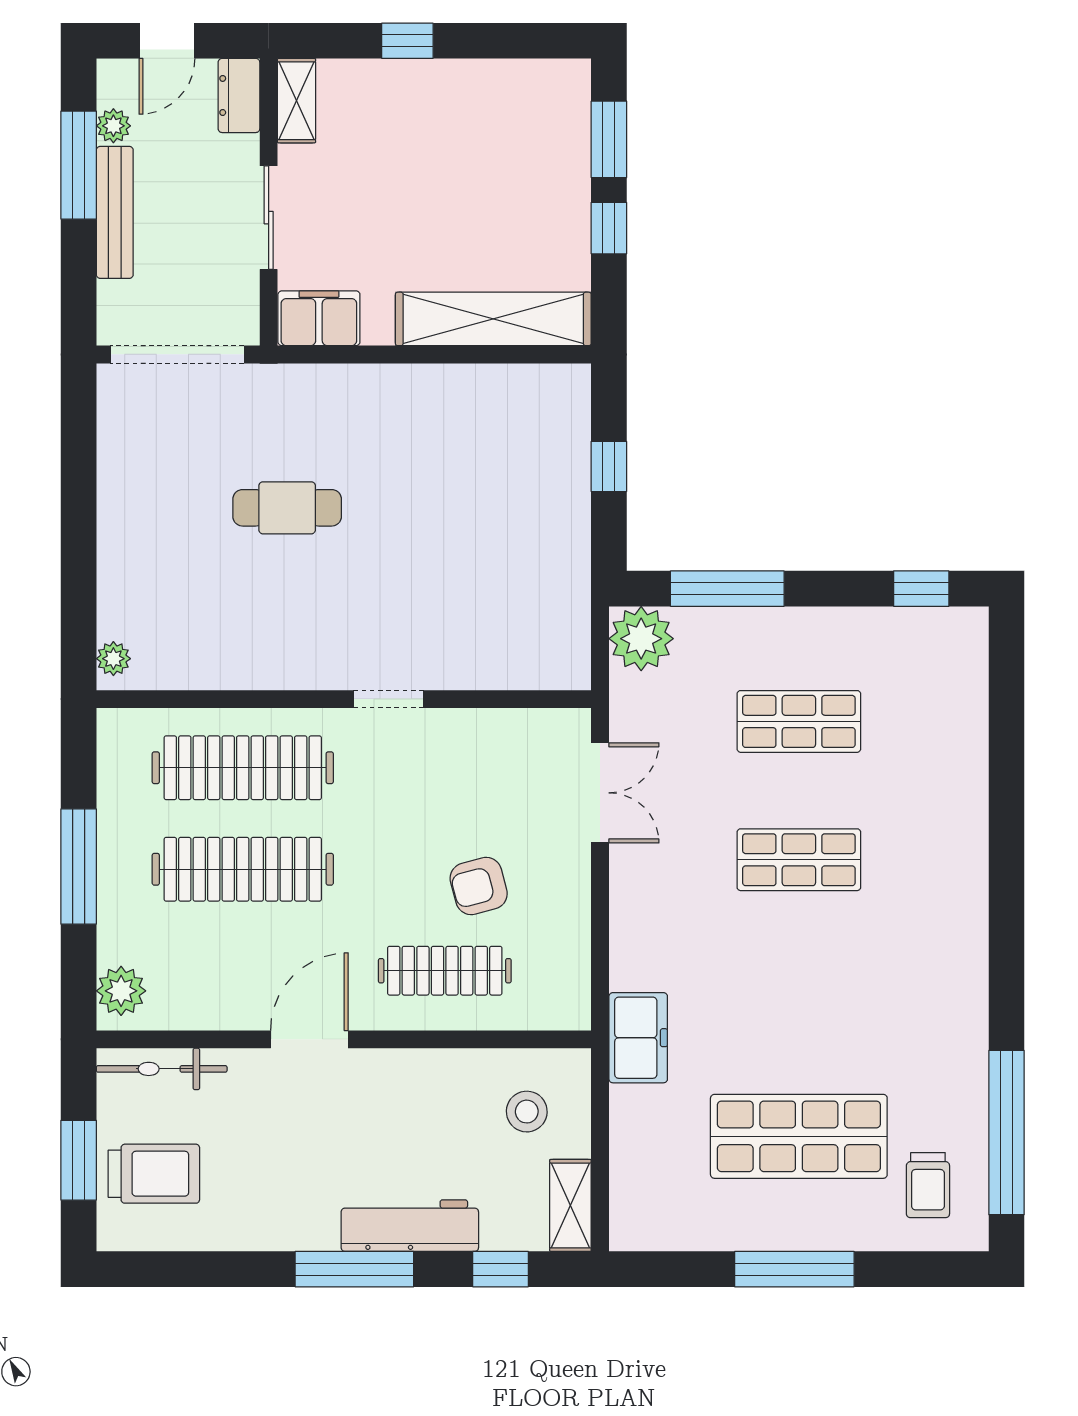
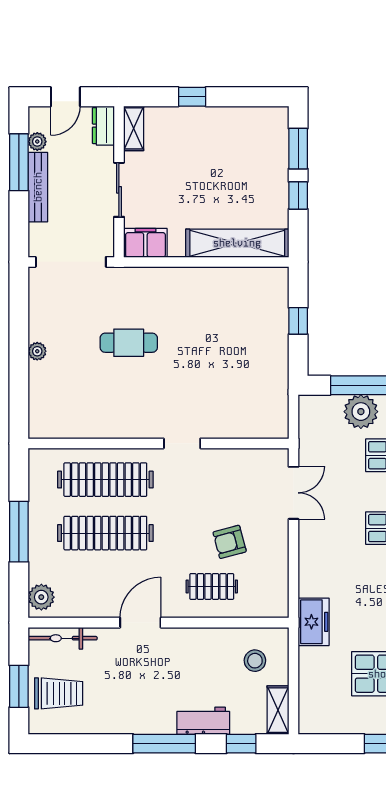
plant: (641, 639) -> (361, 412), moved
plant: (113, 659) -> (37, 351), moved
clothes rail: (445, 971) -> (212, 586), width x0.73
workbench: (410, 1226) -> (203, 721), width x0.73

